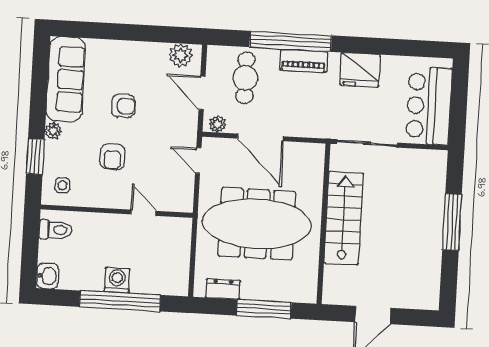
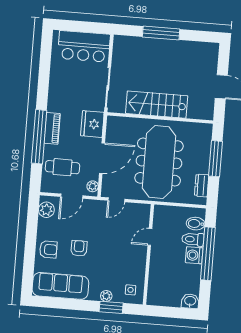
fridge: (360, 70) -> (92, 124), moved, turned 180
plant: (53, 131) -> (106, 296), moved
armchair: (113, 157) -> (48, 249), moved
toilet: (56, 230) -> (193, 239), moved, turned -90
bidet: (165, 281) -> (196, 224), added

